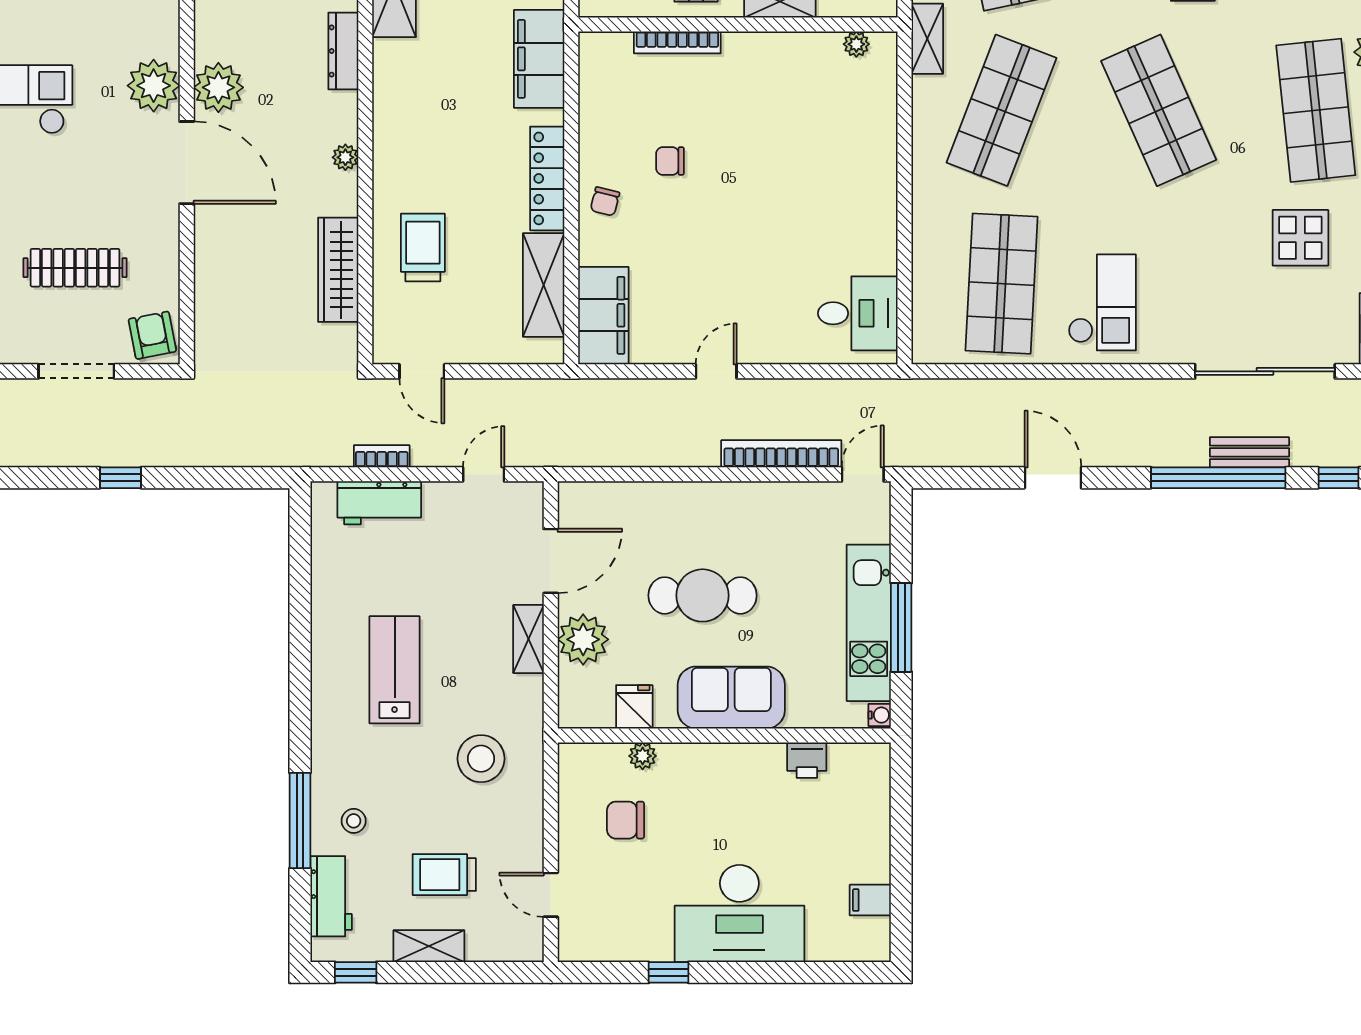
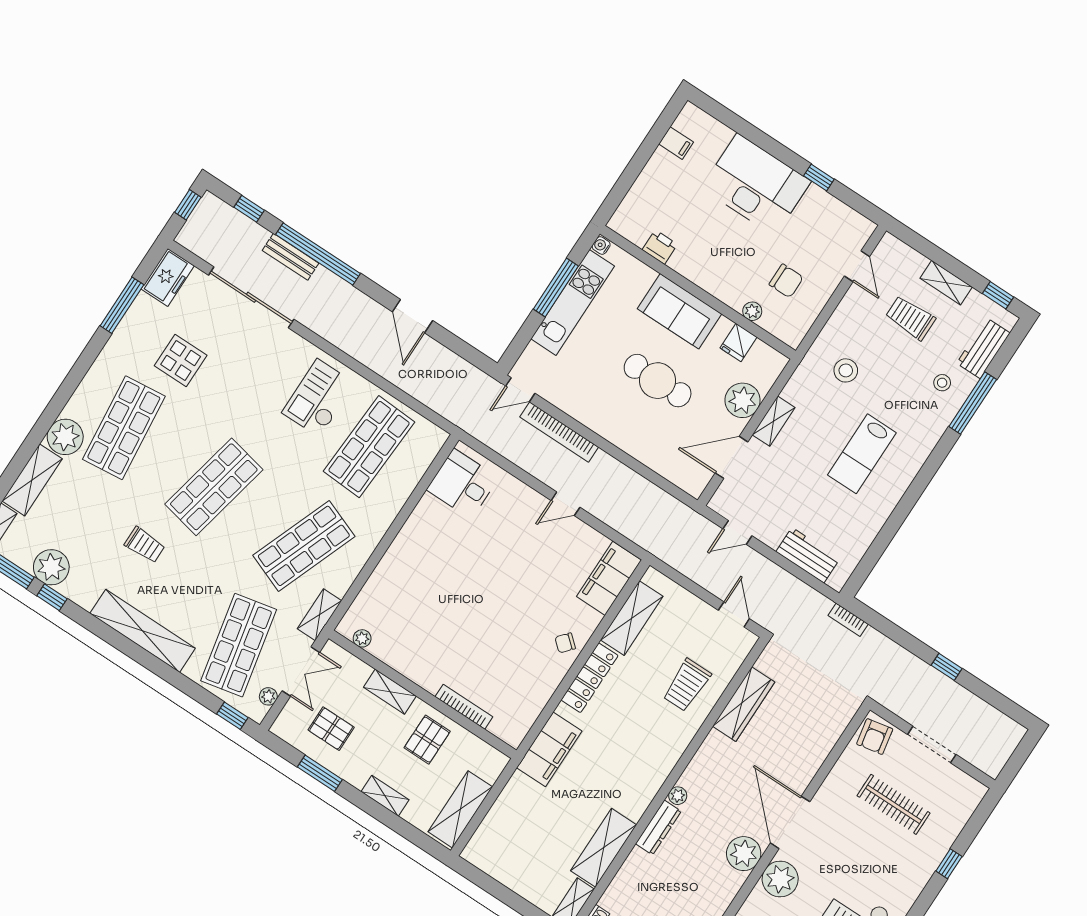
shop shelf: (1159, 110) -> (214, 487), turned 36
plant: (345, 157) -> (678, 796), moved
chair: (670, 161) -> (513, 642), removed
chair: (605, 201) -> (565, 643), turned -153
bookcase: (382, 456) -> (848, 620), moved
stool: (481, 759) -> (846, 370), width x0.73, depth x0.73
trolley: (444, 875) -> (910, 318), turned 180

